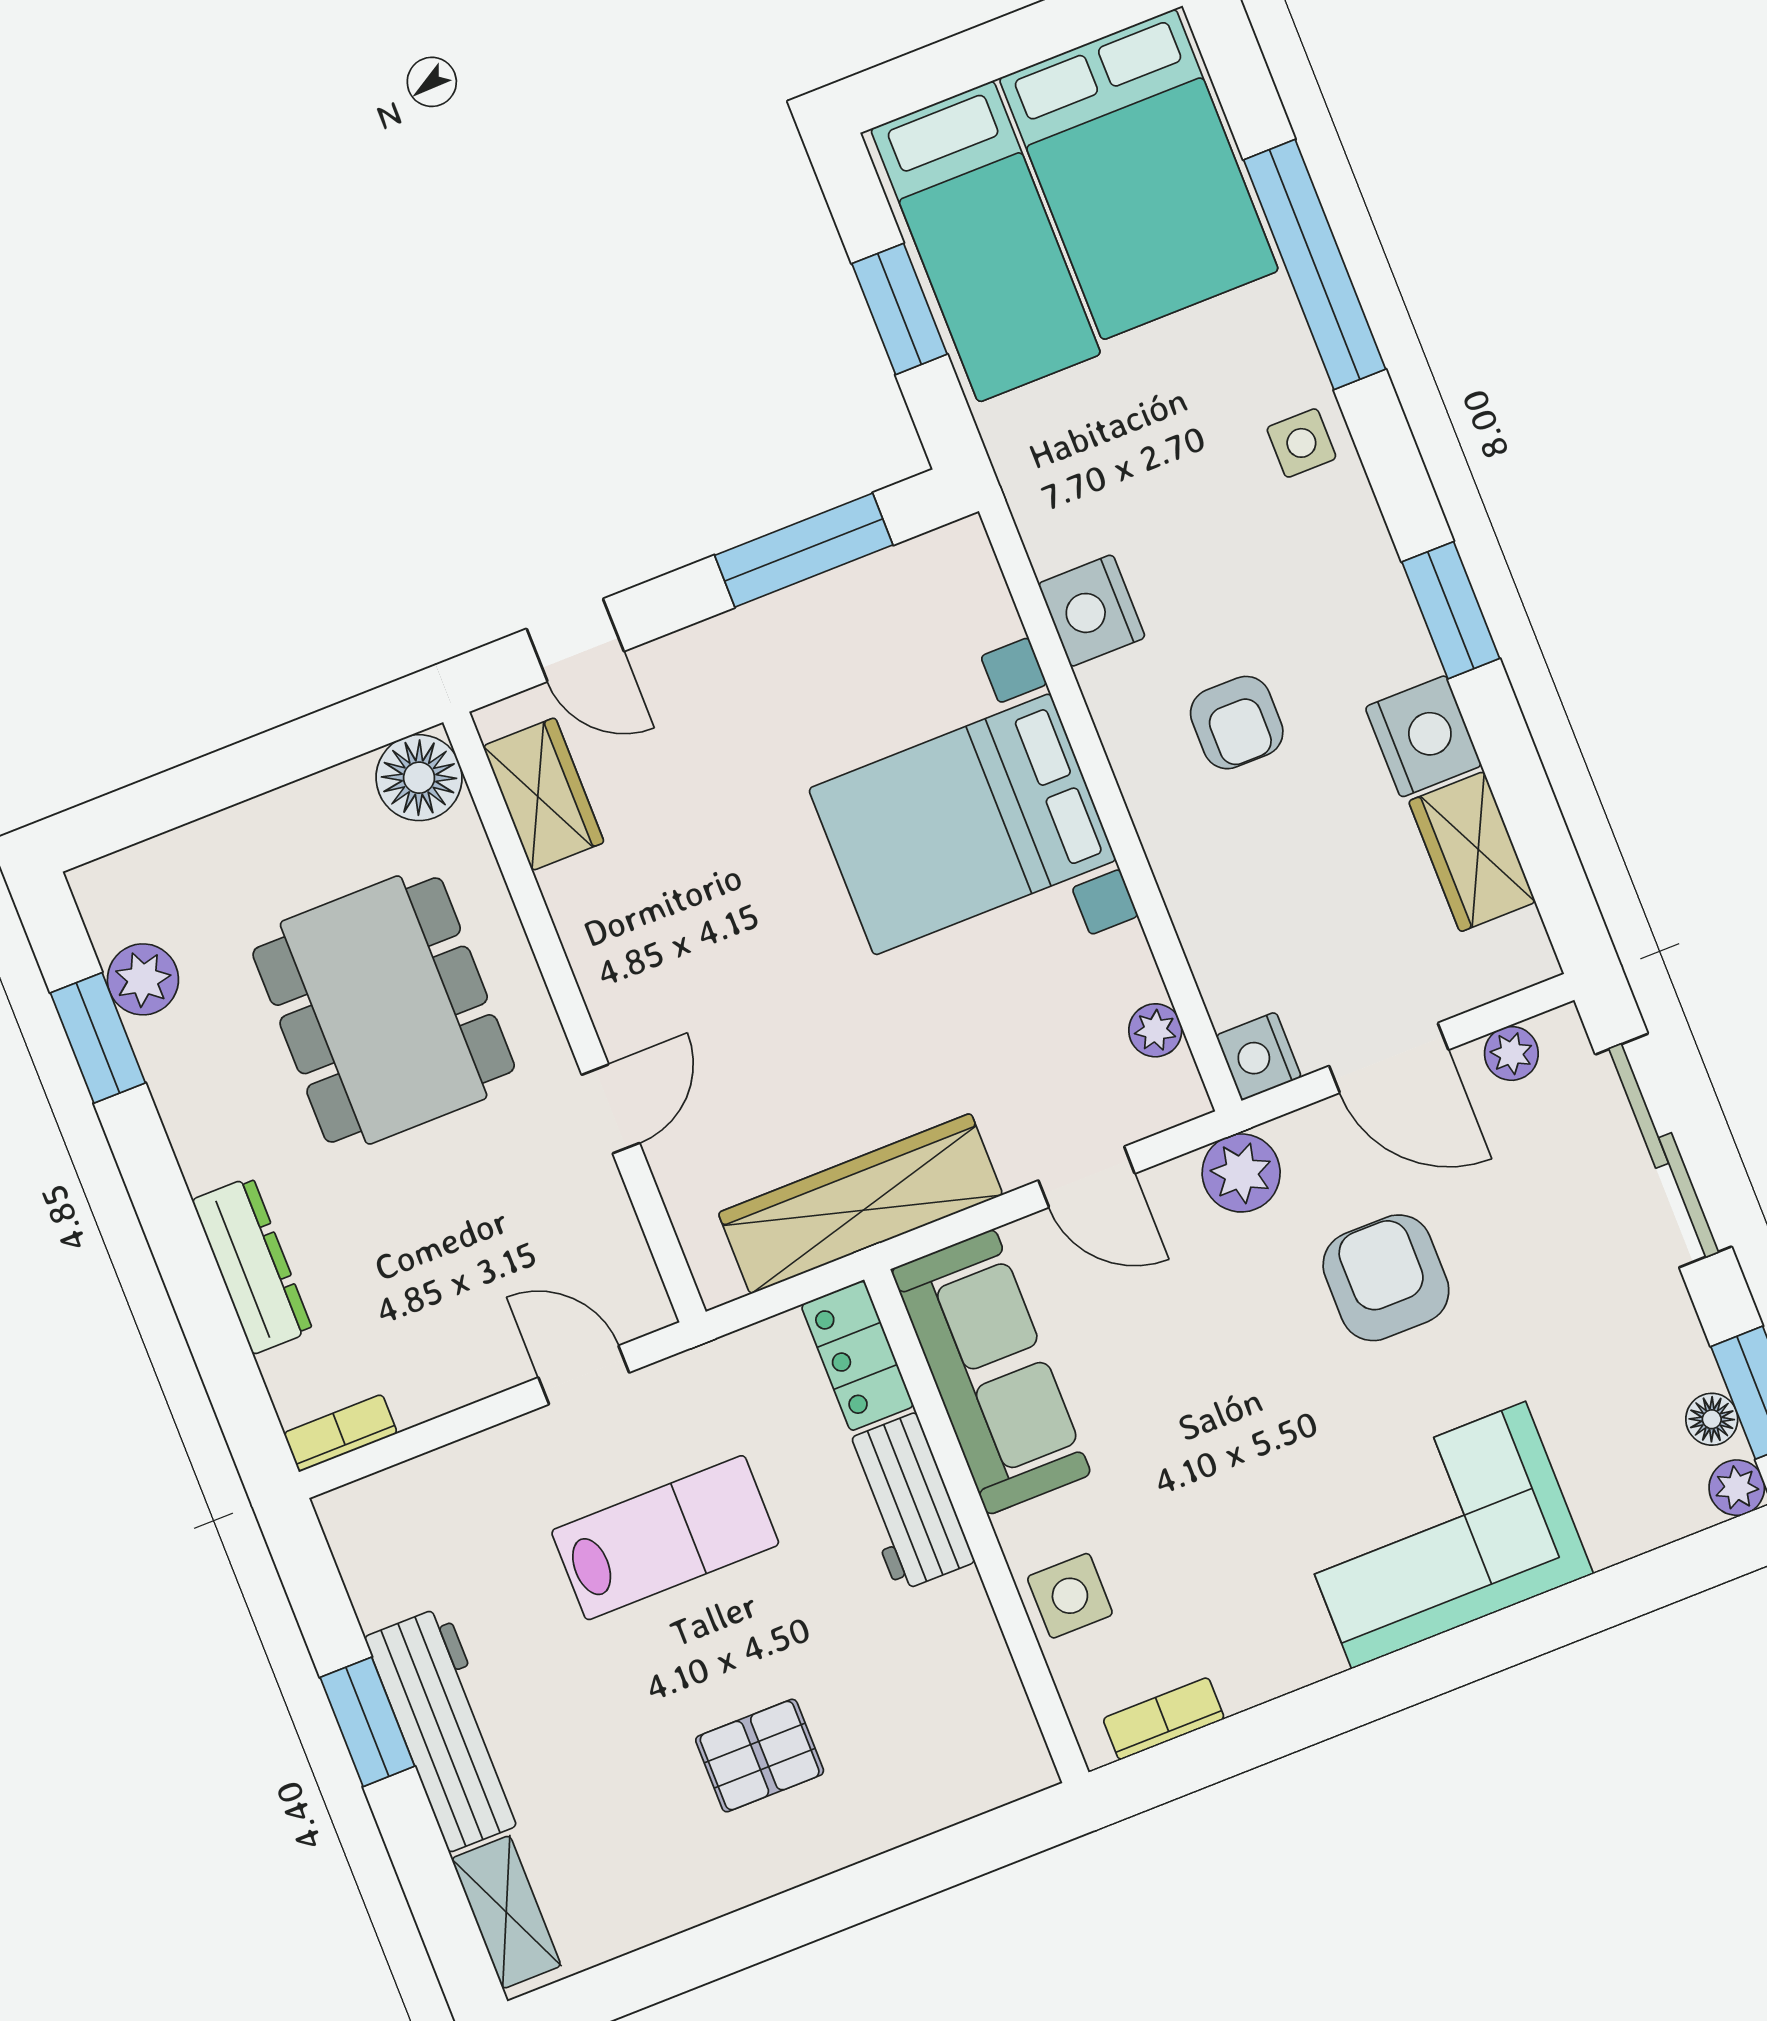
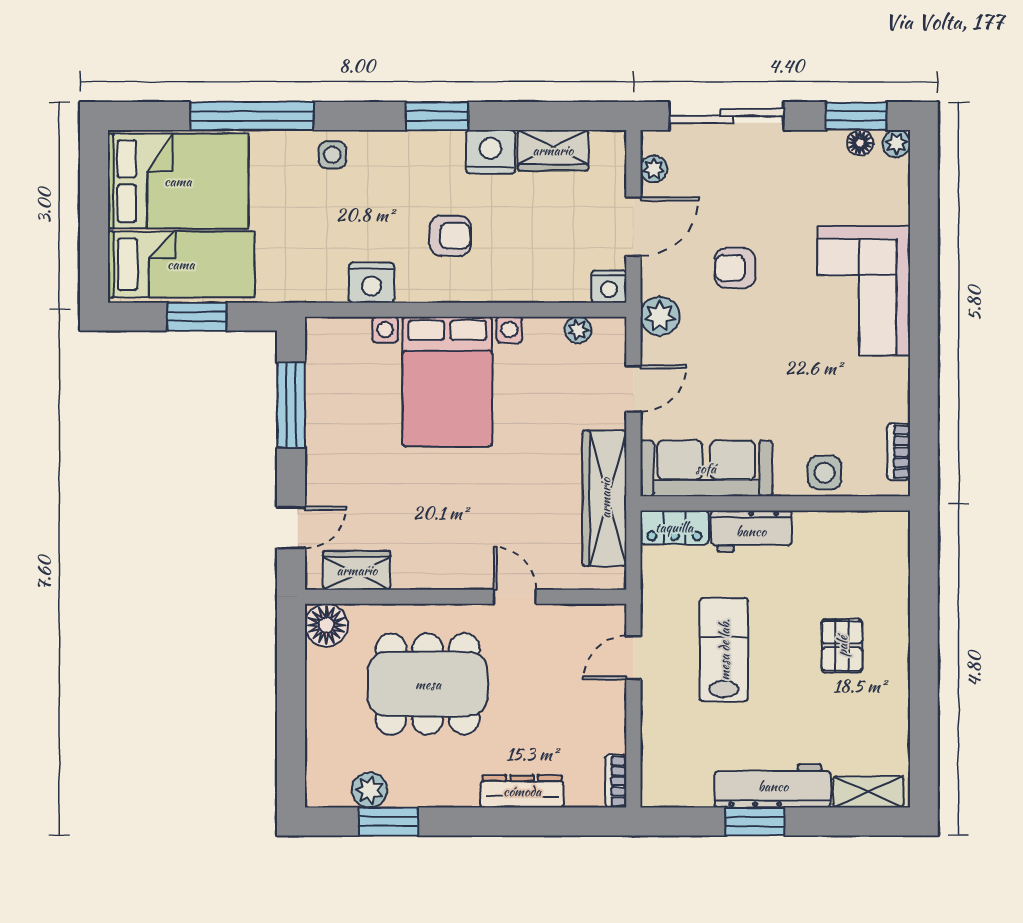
armchair: (1386, 1278) -> (735, 268), width x0.72, depth x0.72

